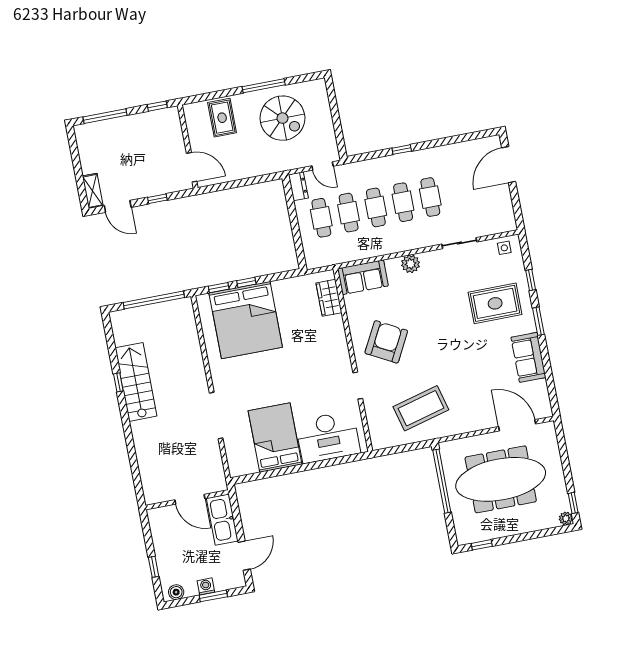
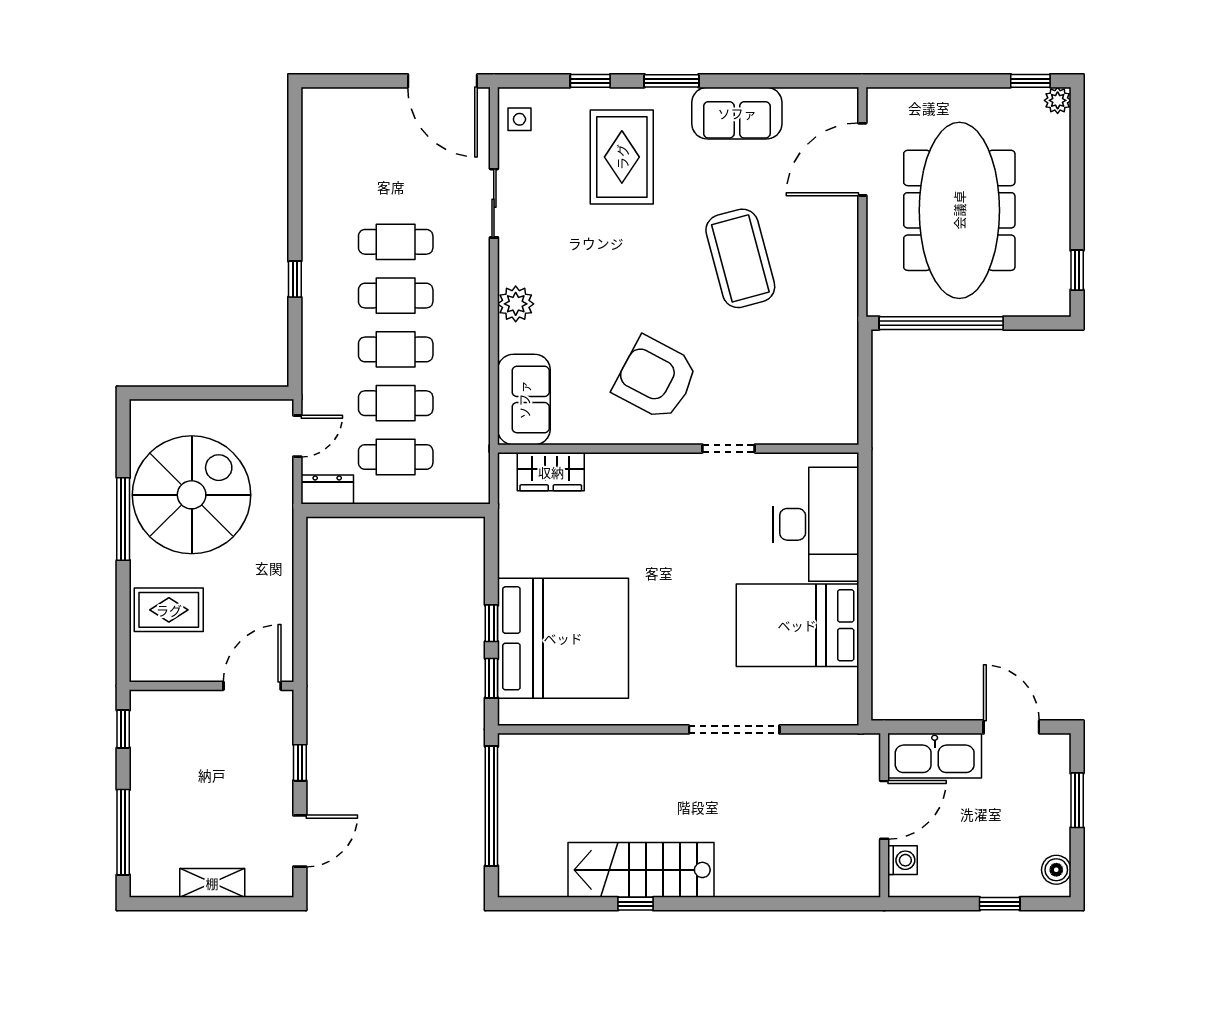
spiral stairs: (282, 118) -> (192, 495), width x1.37, depth x1.37
door: (509, 165) -> (443, 81), moved
shelving: (93, 191) -> (212, 883), moved
coffee table: (421, 408) -> (740, 258), moved
washing machine: (206, 586) -> (902, 860), moved, turned 180

